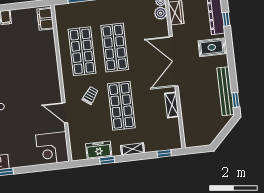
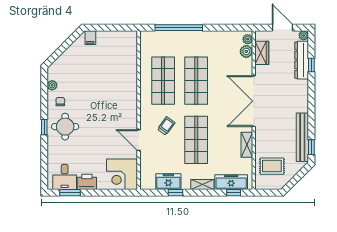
filing cabinet: (45, 19) -> (130, 44), removed
rug: (212, 47) -> (272, 166), moved
freezer: (161, 144) -> (231, 182), added
printer: (19, 160) -> (87, 182), added

